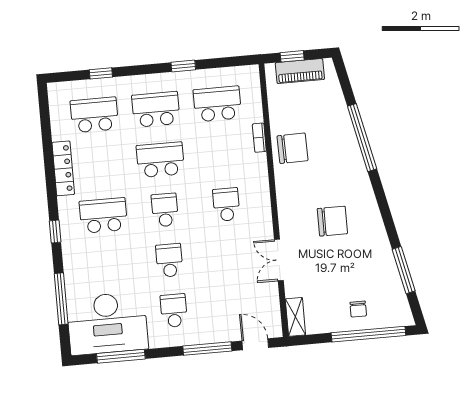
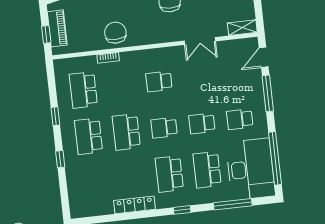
window: (101, 73) -> (60, 159), moved
school desk: (94, 115) -> (207, 170), moved
window: (121, 356) -> (275, 158), width x1.46

